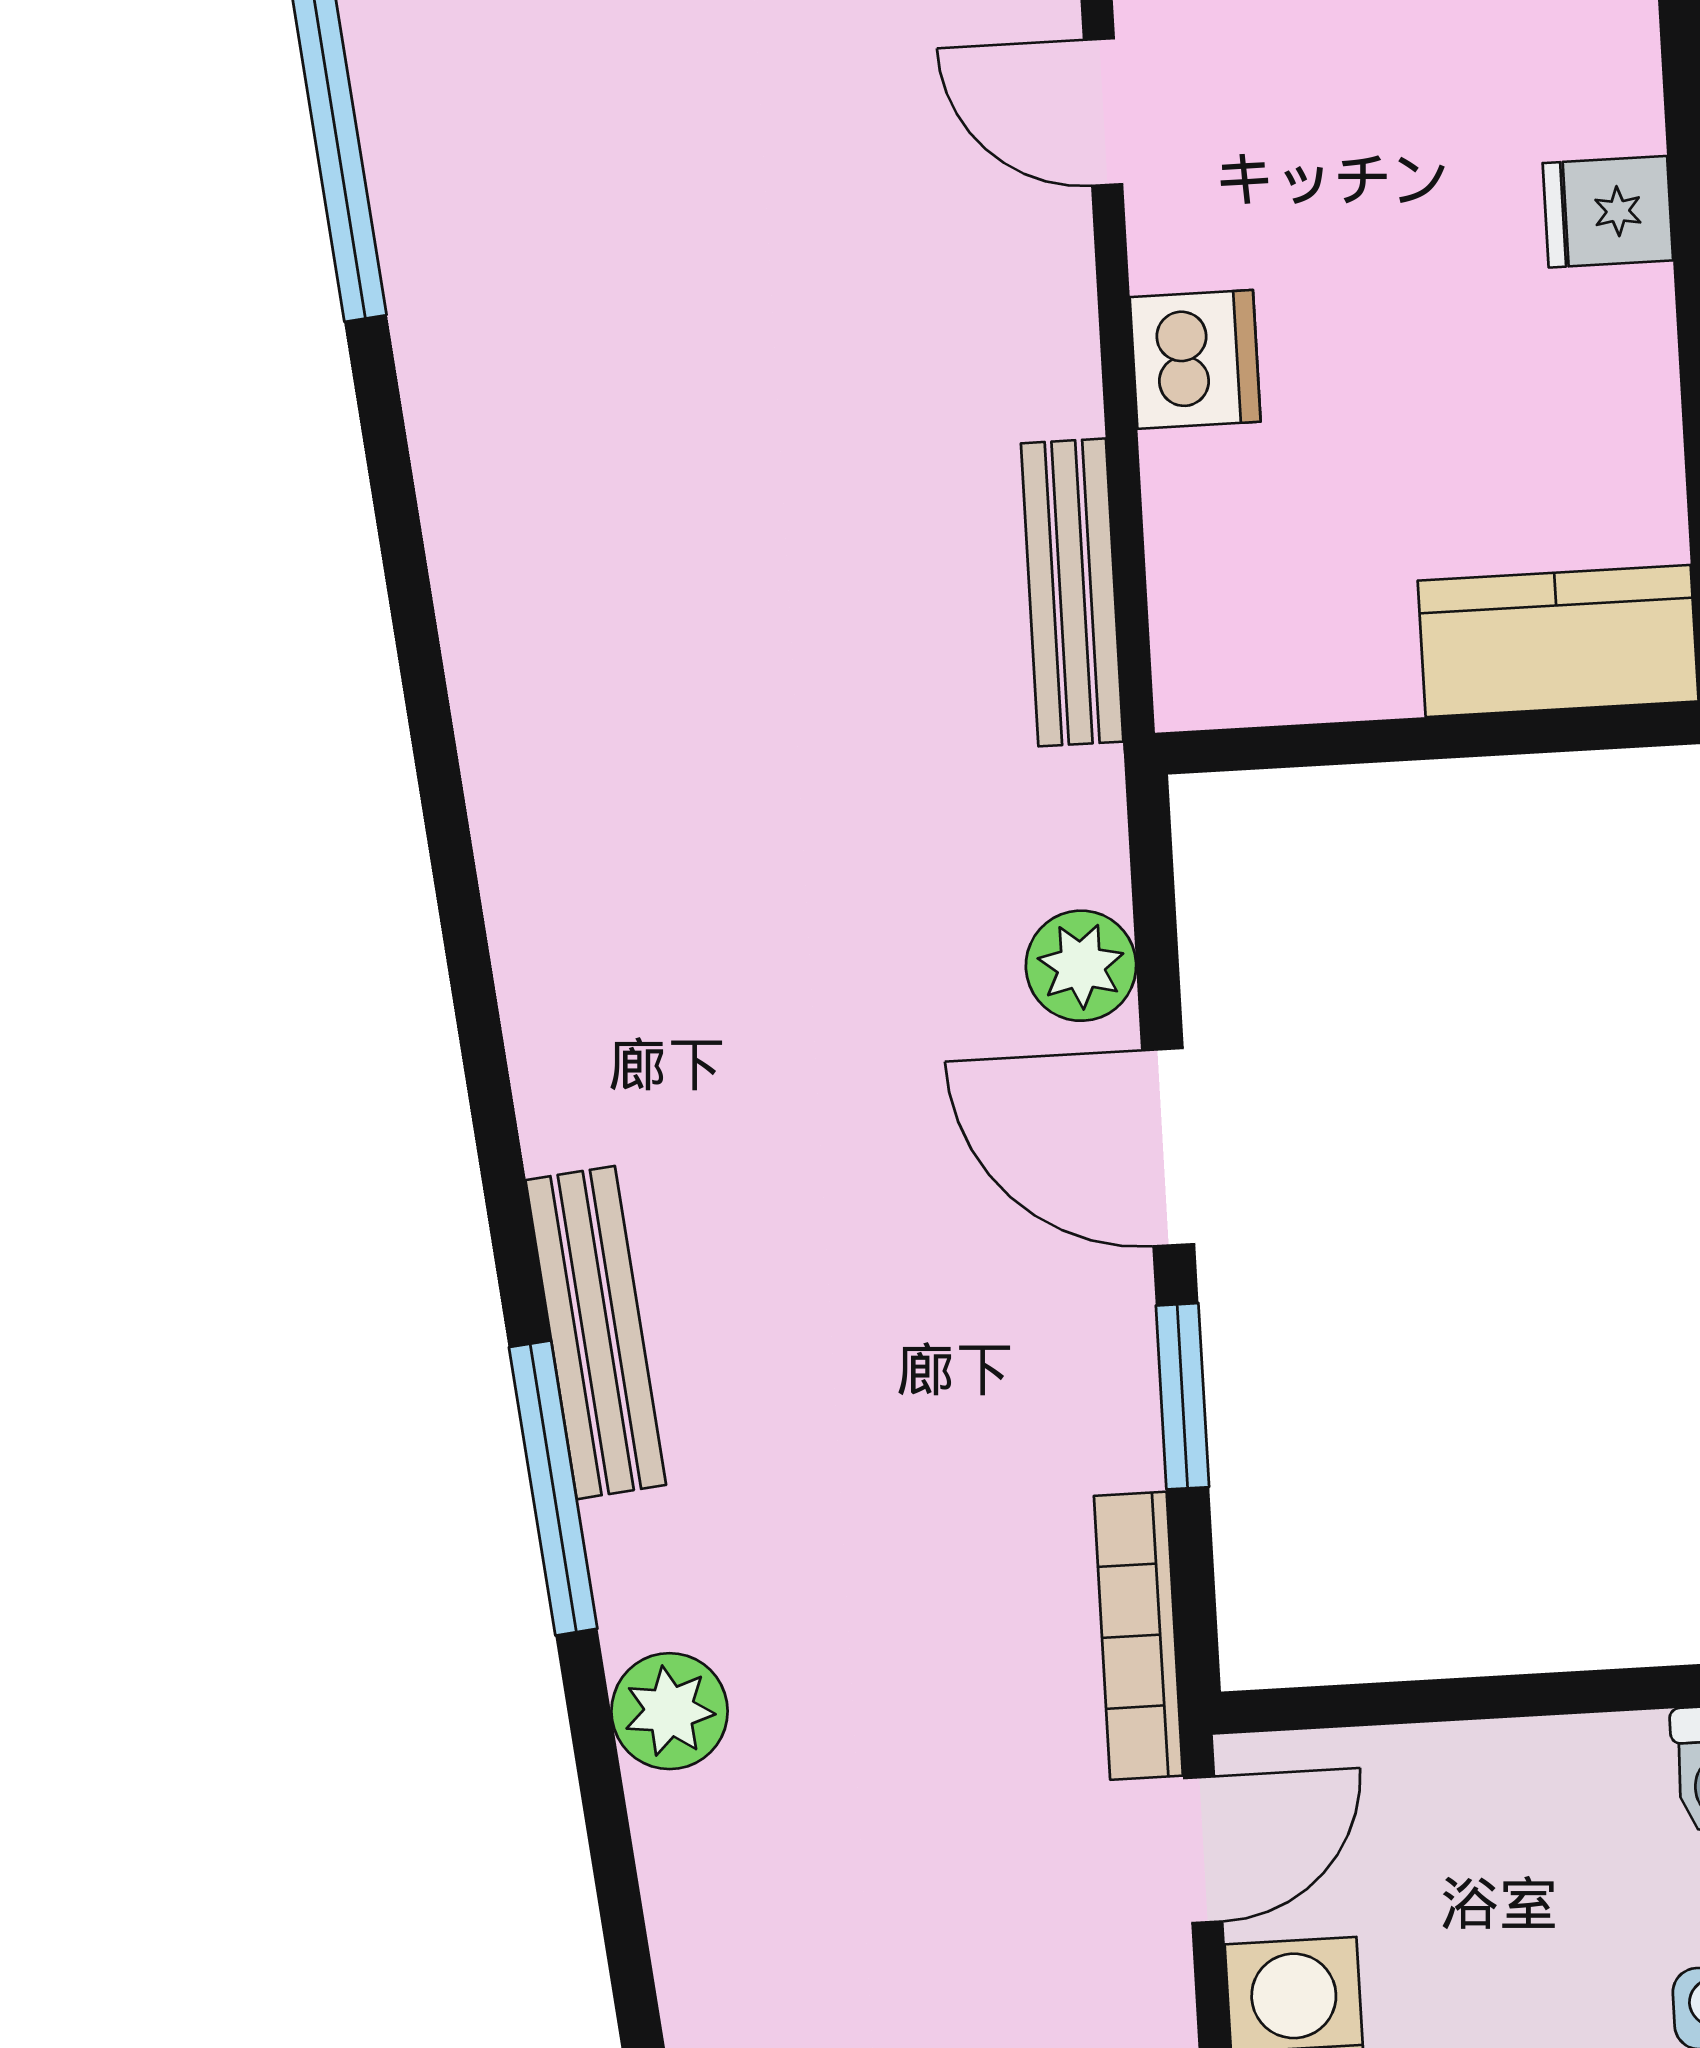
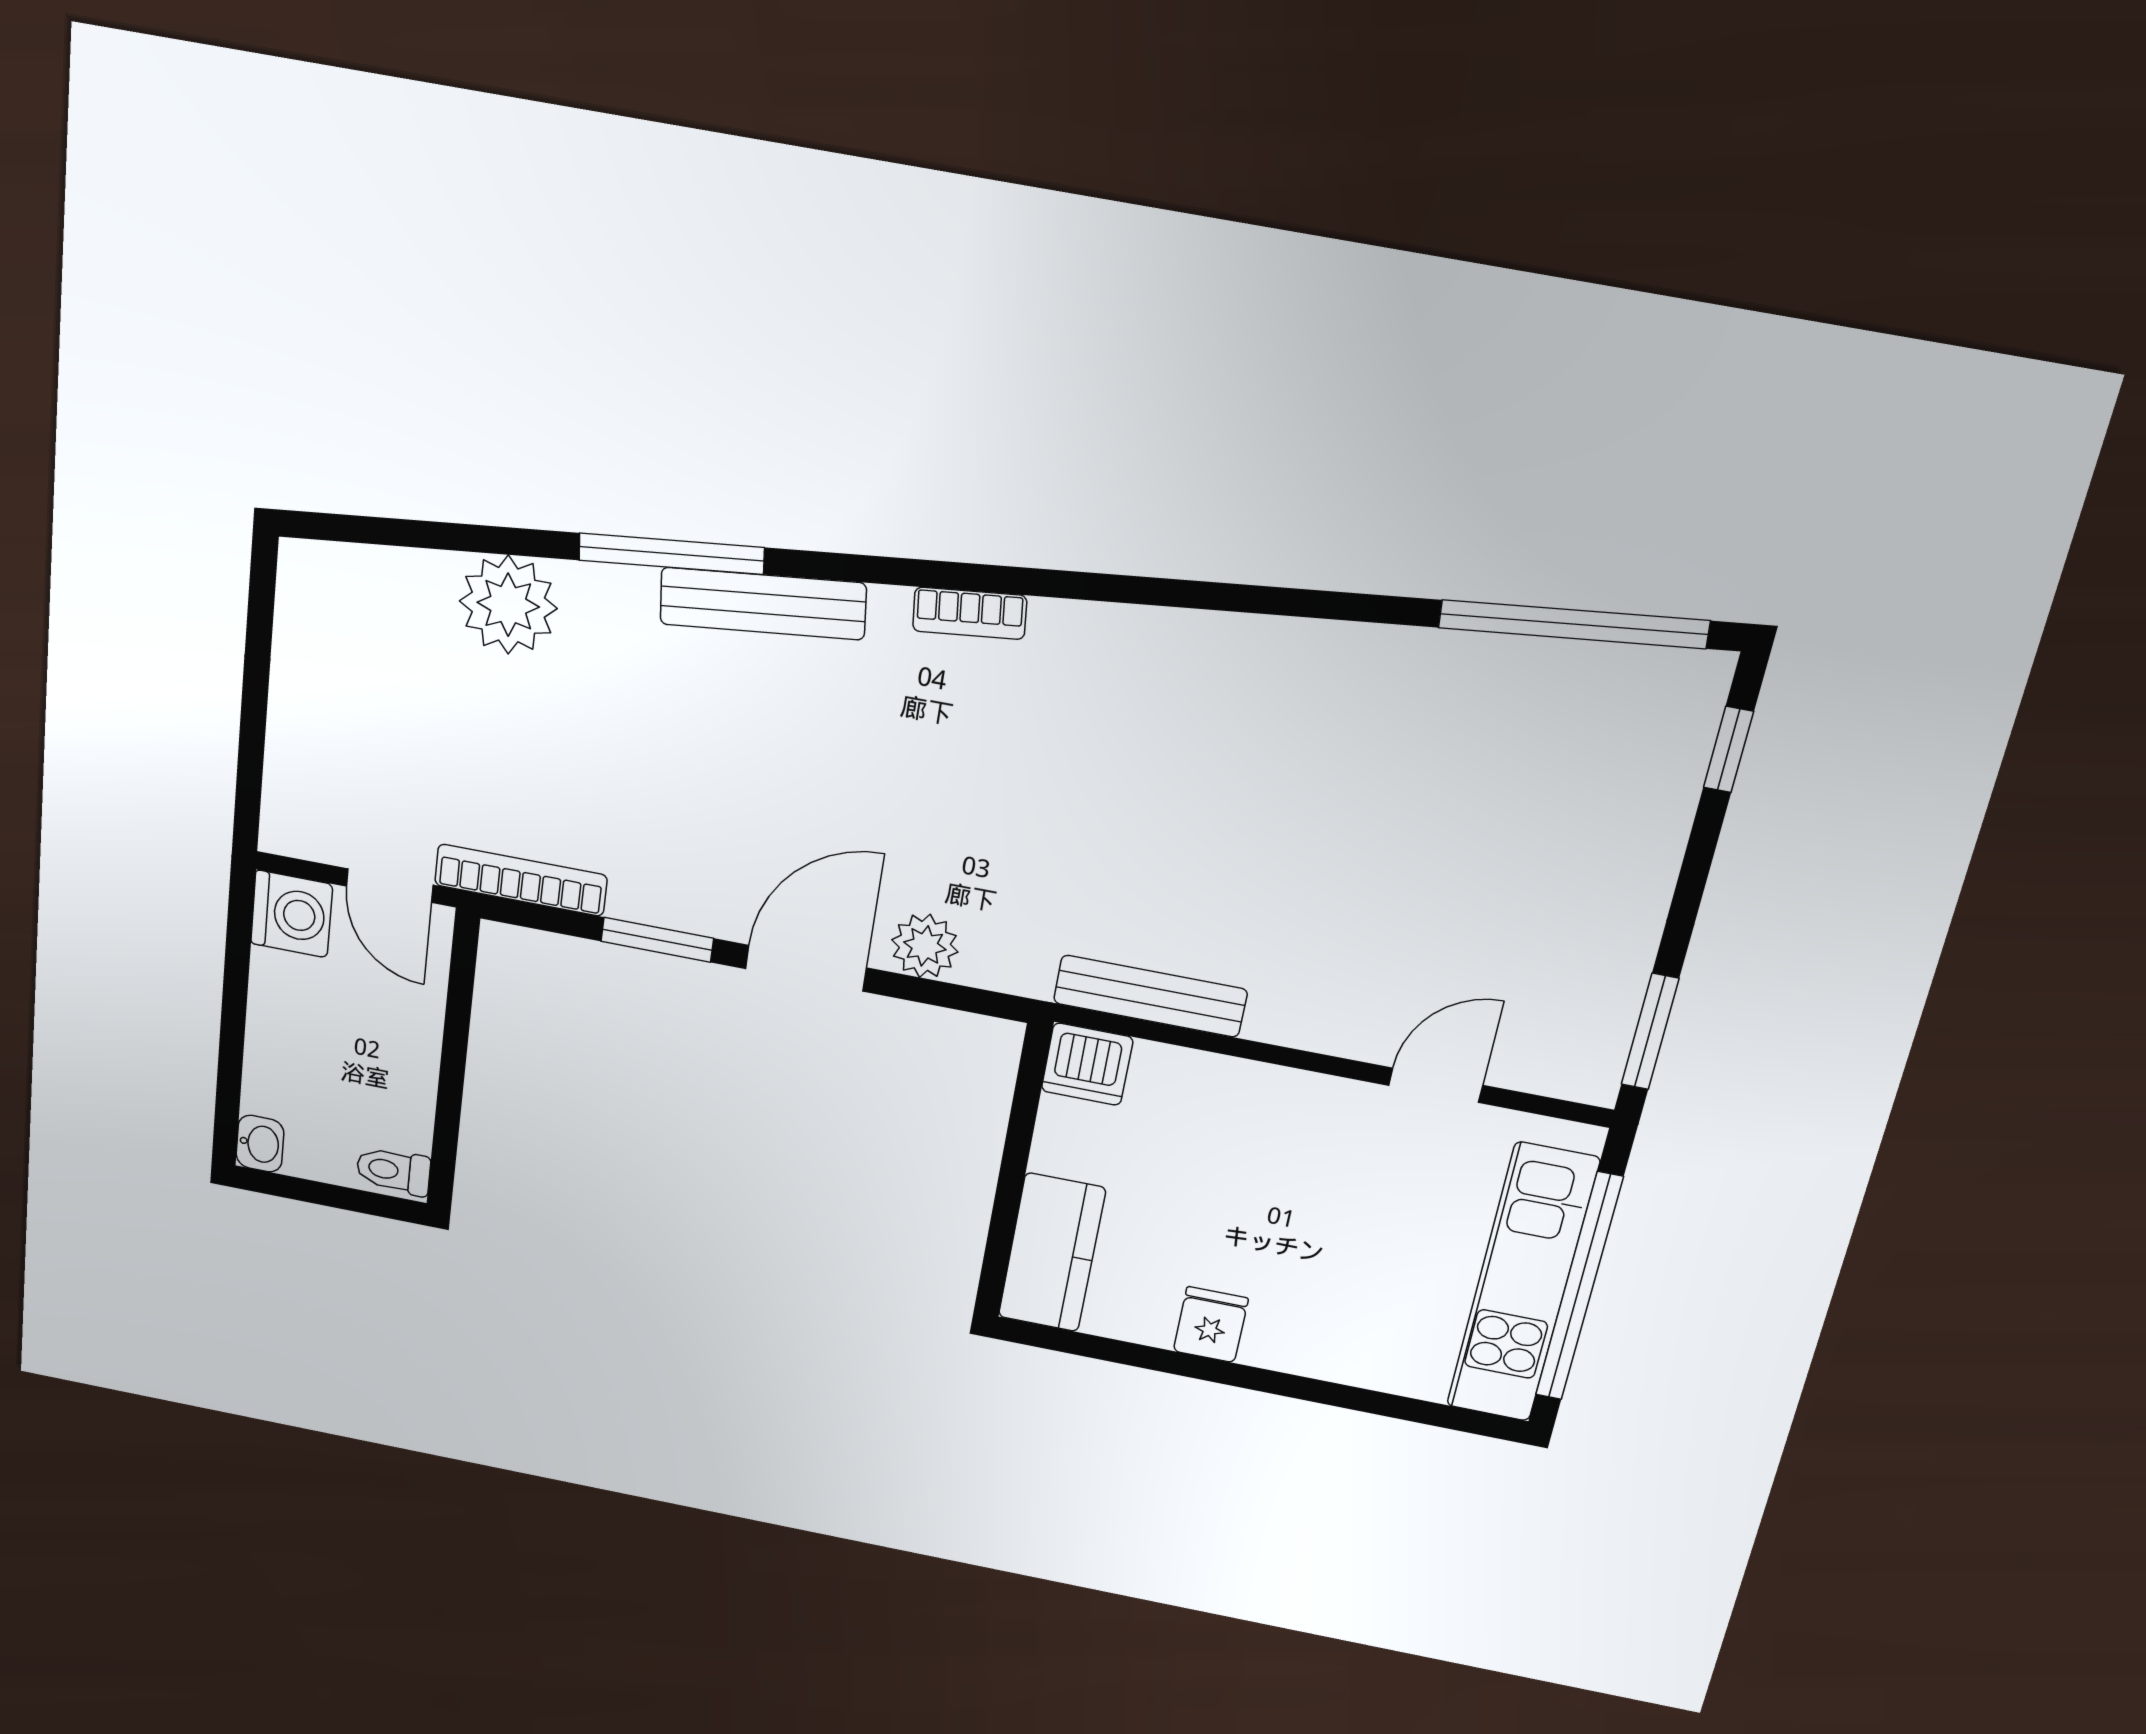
fridge: (1608, 212) -> (1211, 1325), moved
dishwasher: (1195, 359) -> (1087, 1064), moved
bookcase: (534, 1014) -> (970, 613), added
plant: (670, 1711) -> (508, 605), width x1.36, depth x1.36

